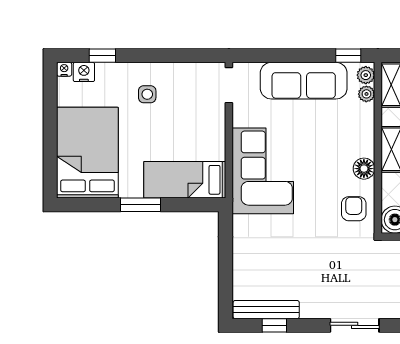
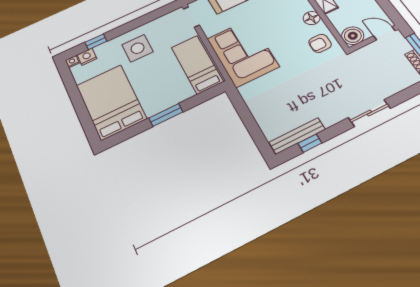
side table: (147, 94) -> (138, 48), width x1.87, depth x1.87
bed: (185, 180) -> (197, 64), moved, turned 90
armchair: (354, 209) -> (320, 43), turned -90

